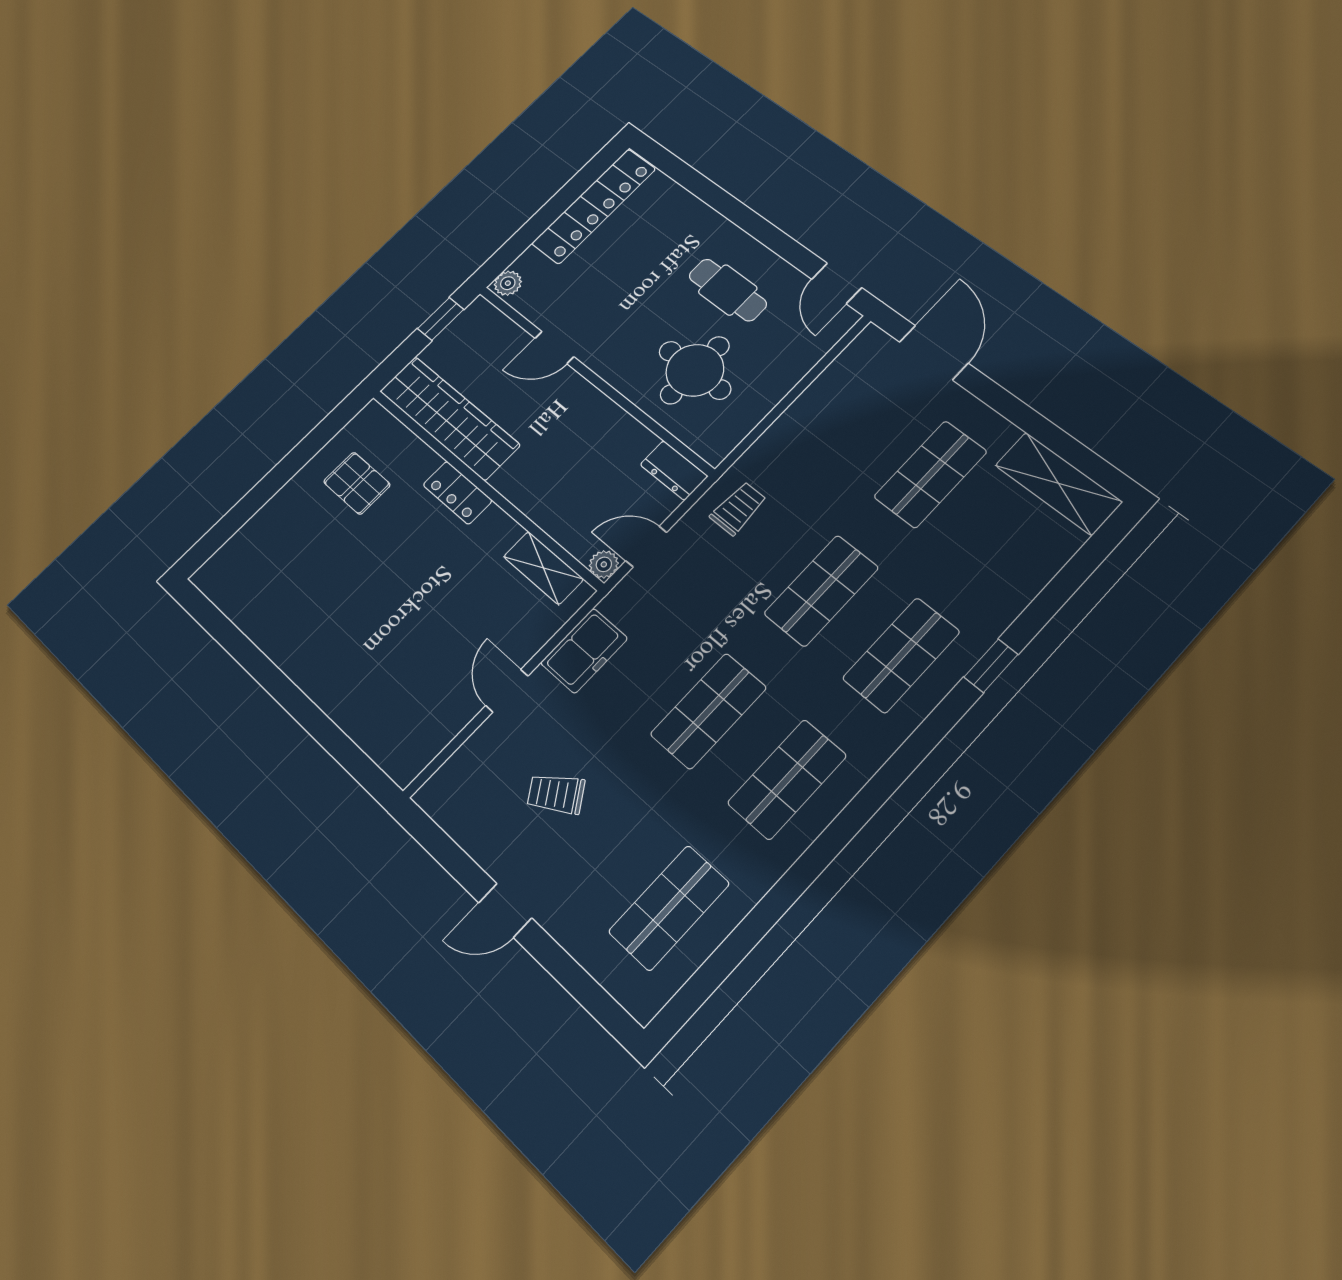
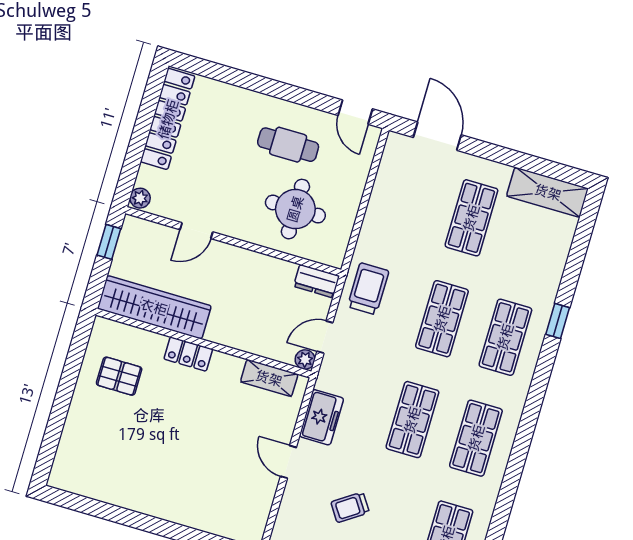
trolley: (738, 508) -> (368, 289), width x1.36, depth x1.39

